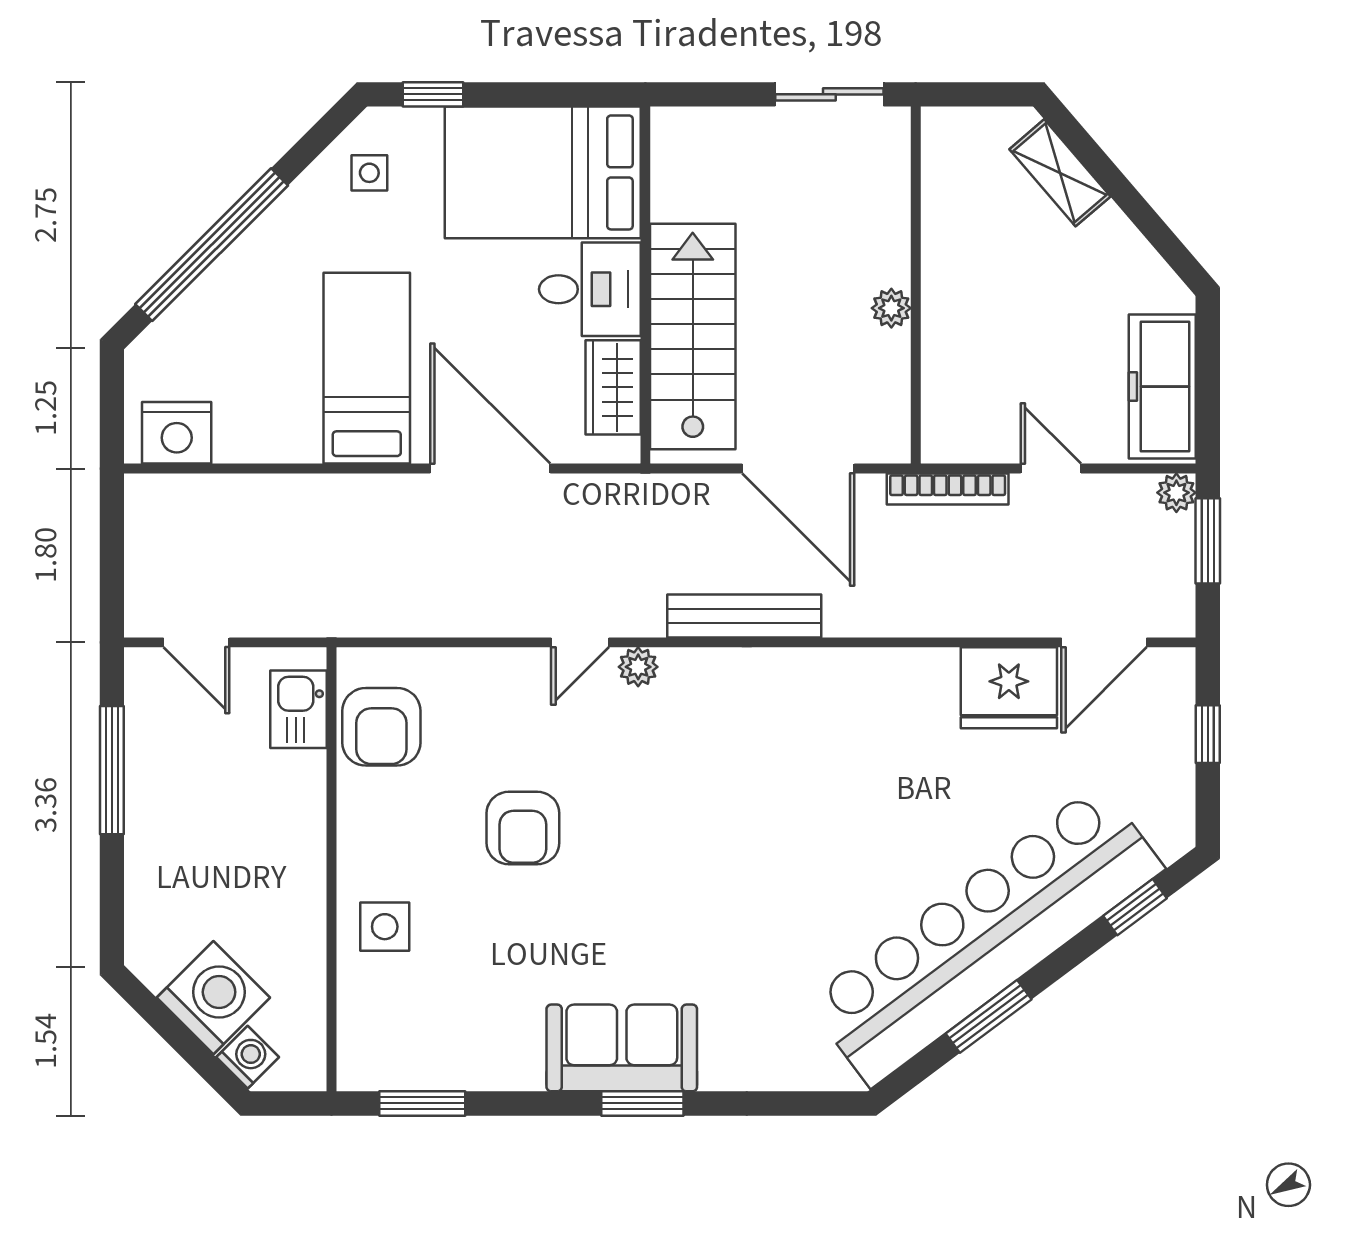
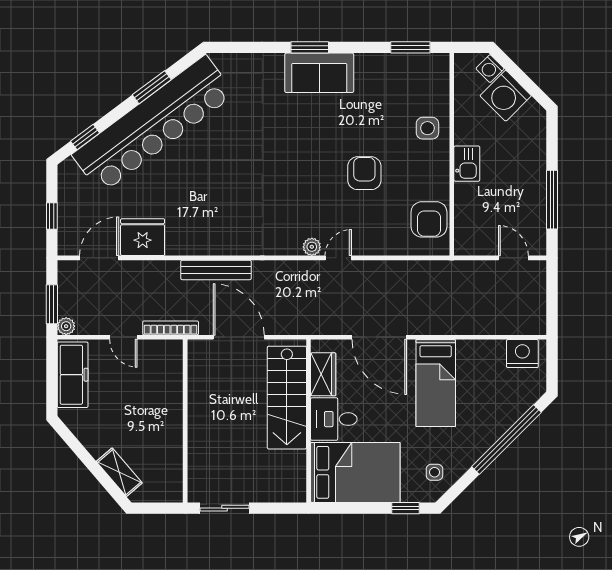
plant: (891, 308) -> (196, 410), removed
bench: (744, 616) -> (216, 270), moved
kitchen sink: (299, 709) -> (467, 164), moved
armchair: (381, 727) -> (429, 219), turned 180

